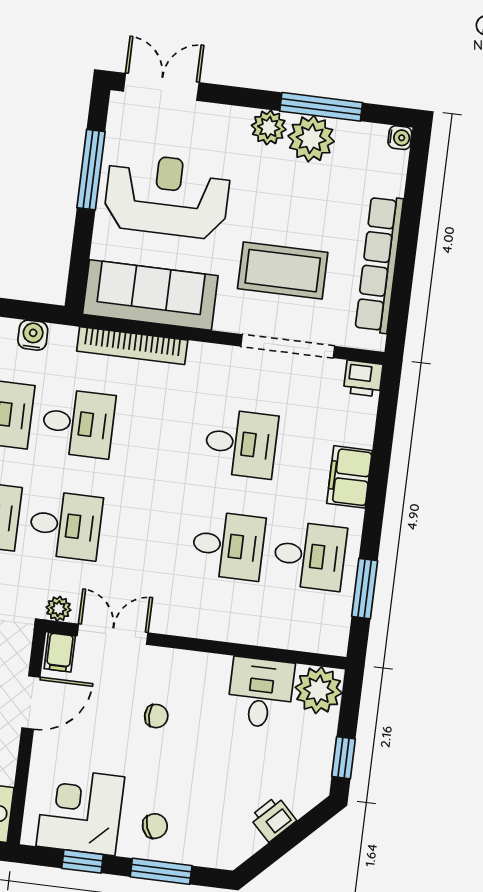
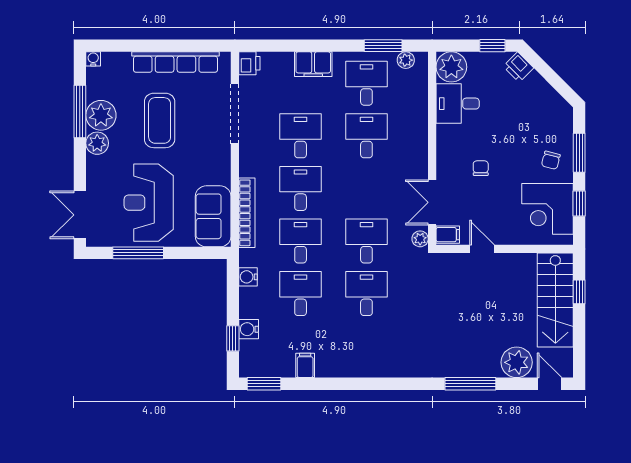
coffee table: (283, 271) -> (160, 120), moved
sofa: (150, 295) -> (213, 216), width x0.73
desk: (160, 433) -> (301, 188), added
plant: (338, 621) -> (406, 60), added
door: (31, 703) -> (482, 249), width x0.73
printer: (273, 819) -> (518, 67), moved
chair: (155, 826) -> (551, 160), turned -146

